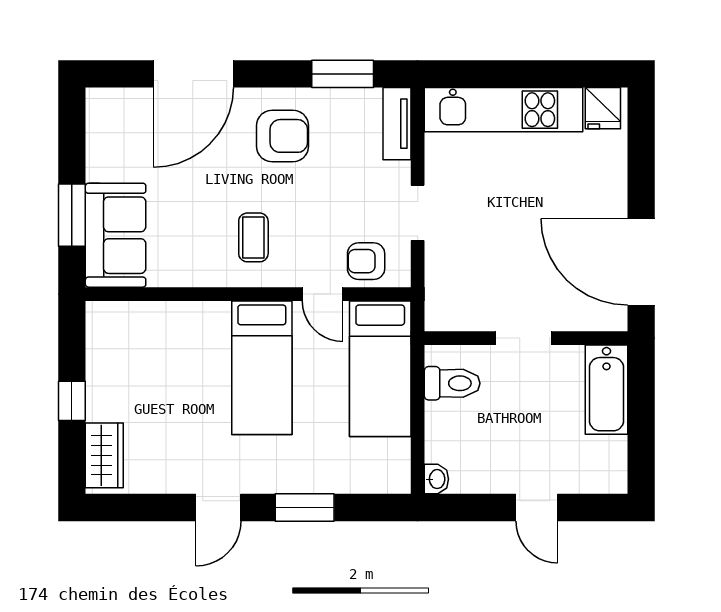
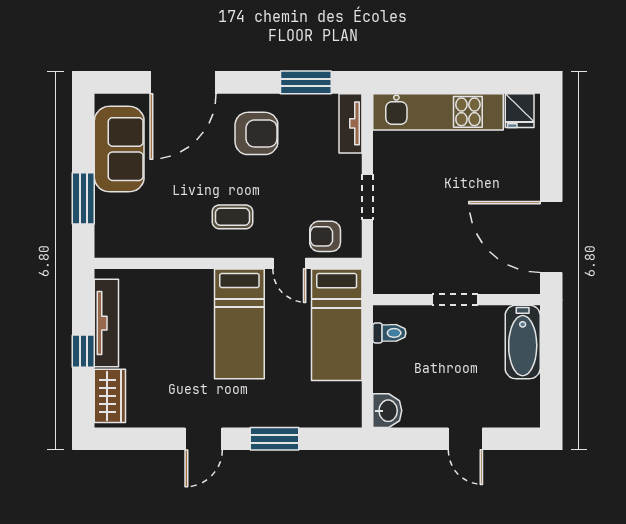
sofa: (116, 235) -> (119, 149), moved
coffee table: (253, 237) -> (233, 217), turned 90
tv unit: (100, 367) -> (106, 323), added
toilet: (452, 383) -> (389, 333), width x0.73, depth x0.72
washbasin: (436, 479) -> (387, 411), width x1.38, depth x1.45

